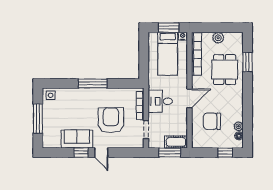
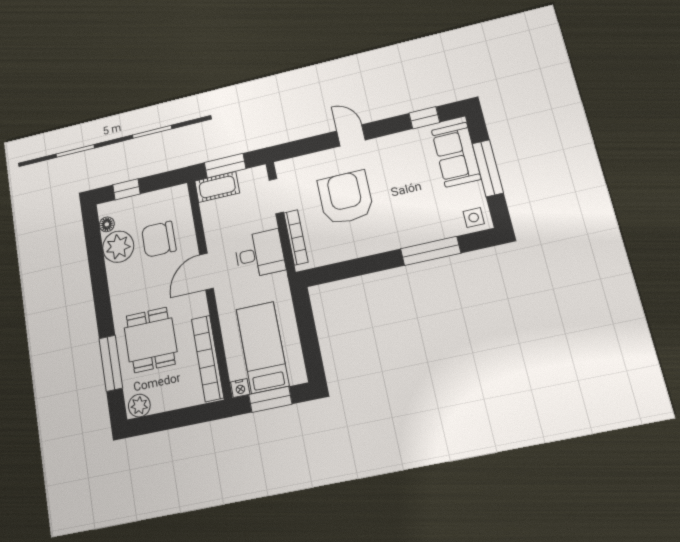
plant: (218, 38) -> (139, 406), moved
window: (247, 62) -> (111, 363), width x1.44
window: (93, 83) -> (431, 251), moved
armchair: (111, 120) -> (346, 198), turned 180
chair: (212, 121) -> (159, 239), turned 180
plant: (238, 126) -> (118, 247), width x1.87, depth x1.87
sofa: (77, 139) -> (456, 155), moved, turned 90
window: (81, 153) -> (424, 118), moved

